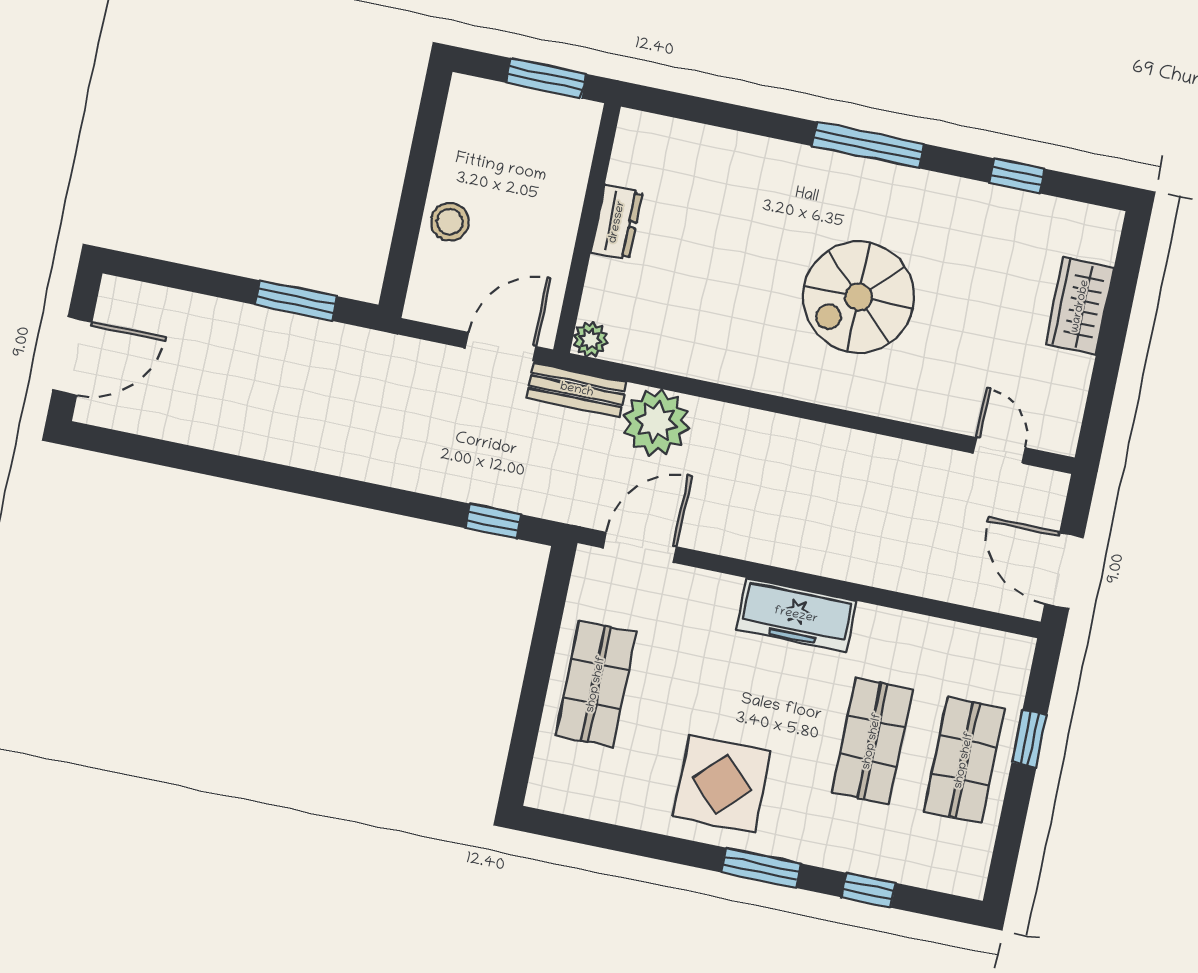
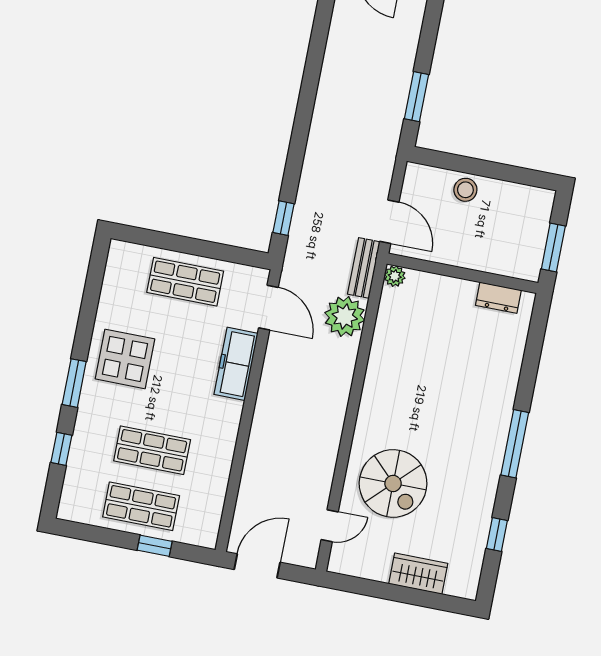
dresser: (617, 222) -> (498, 298), moved
spiral stairs: (859, 297) -> (393, 483), moved, turned 180
freezer: (796, 615) -> (236, 364), moved

